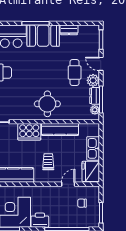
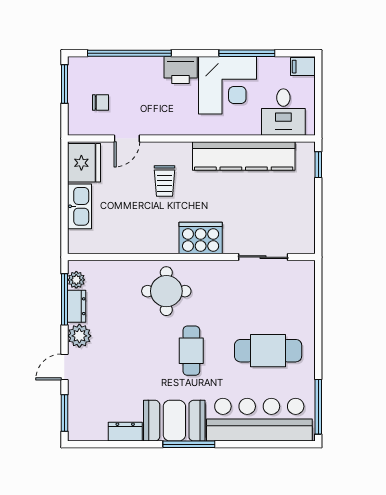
door: (101, 64) -> (64, 367), swing flipped
cafe table: (75, 72) -> (191, 351), moved
kitchen counter: (60, 130) -> (142, 242), removed

